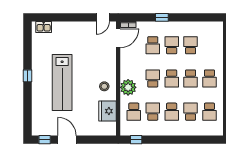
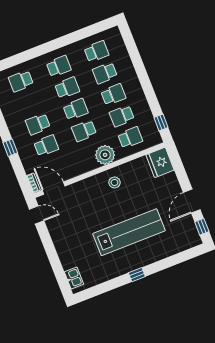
school desk: (191, 45) -> (21, 81), moved
fridge: (108, 111) -> (160, 162), moved, turned 90

